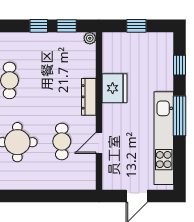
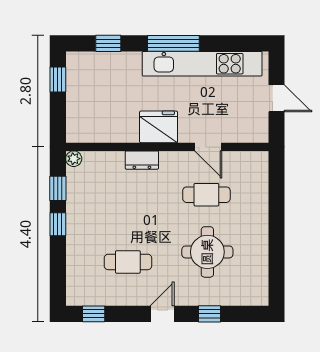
window: (136, 26) -> (58, 79), moved
fridge: (115, 88) -> (159, 127), moved
dresser: (89, 97) -> (142, 160), width x0.70

